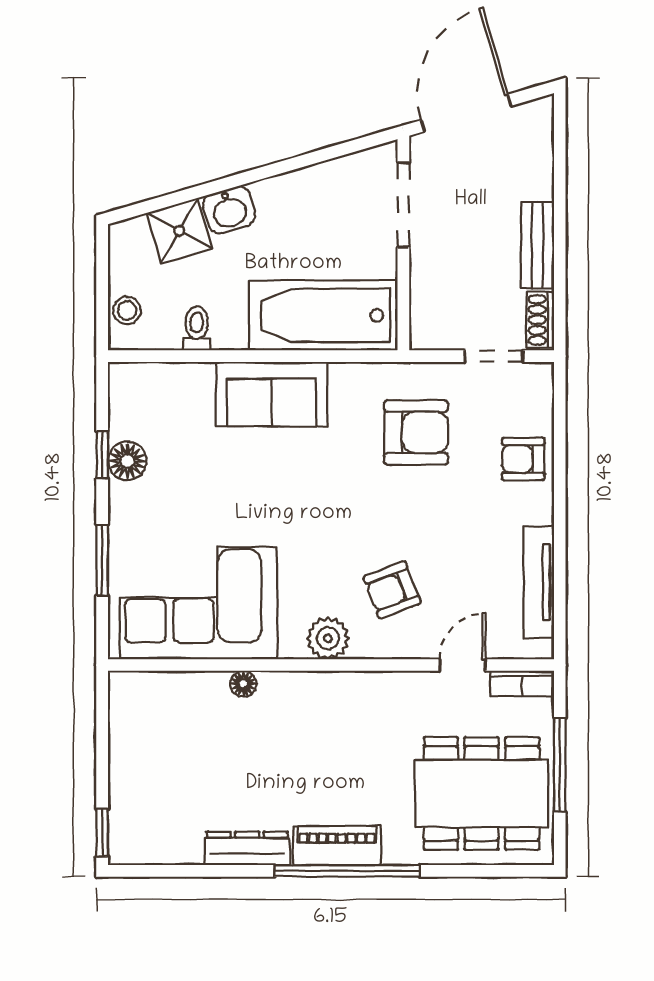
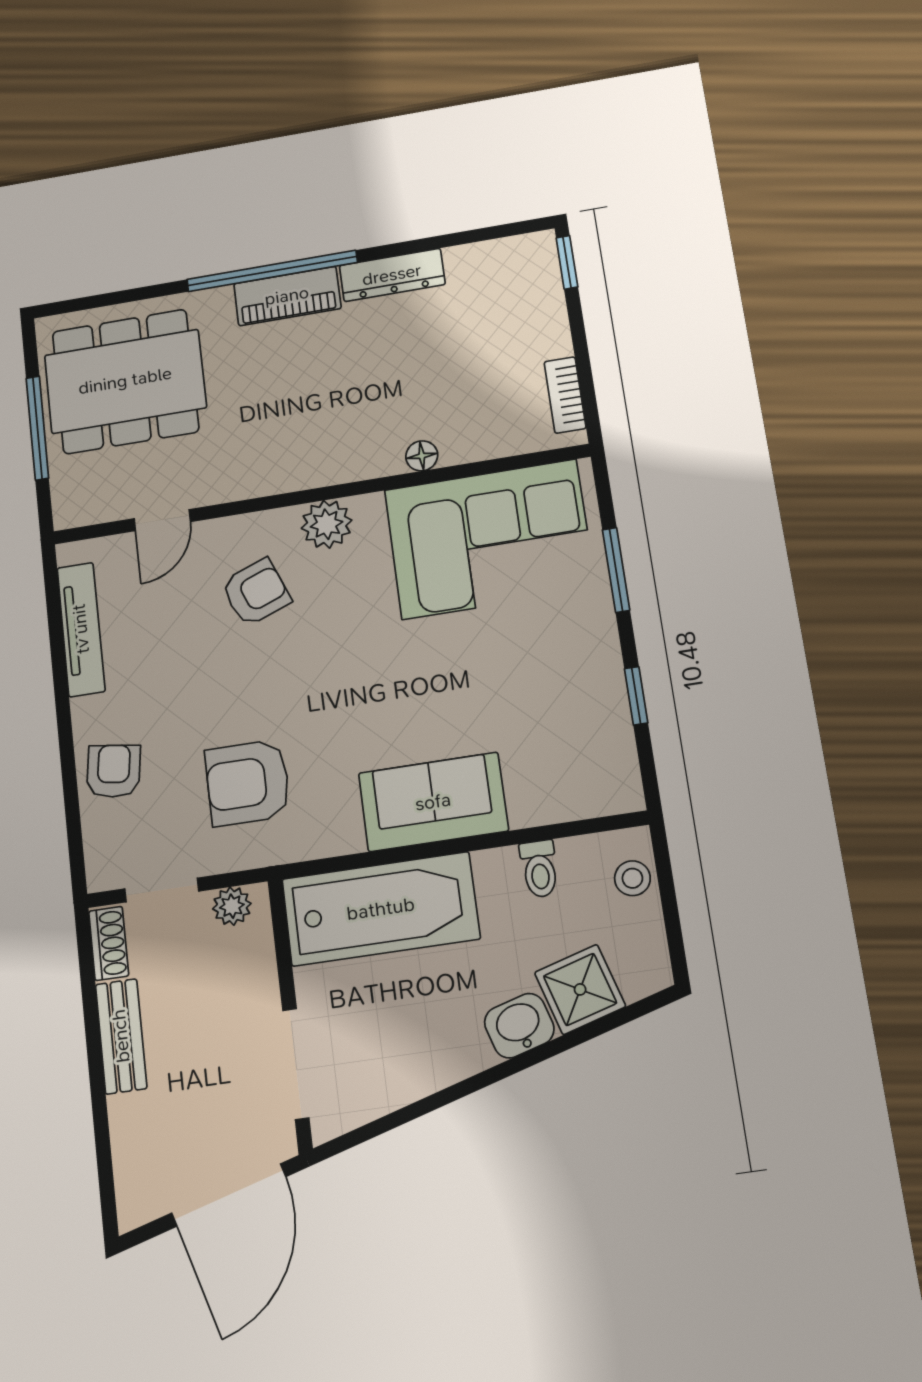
plant: (440, 335) -> (232, 906), added
armchair: (523, 459) -> (114, 771), turned -82
floor lamp: (127, 461) -> (603, 693), removed
bookcase: (522, 684) -> (565, 395), moved, turned -90

